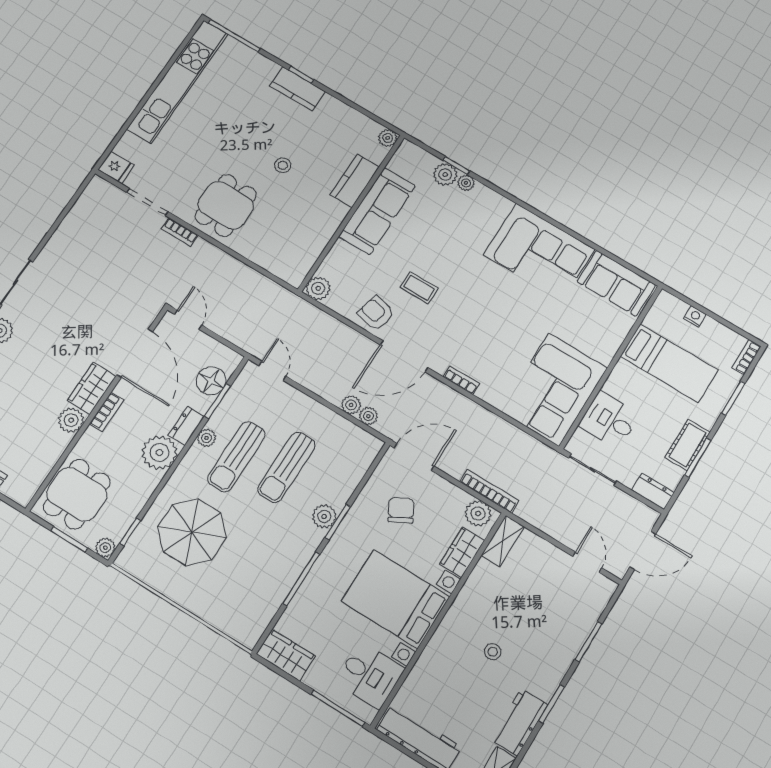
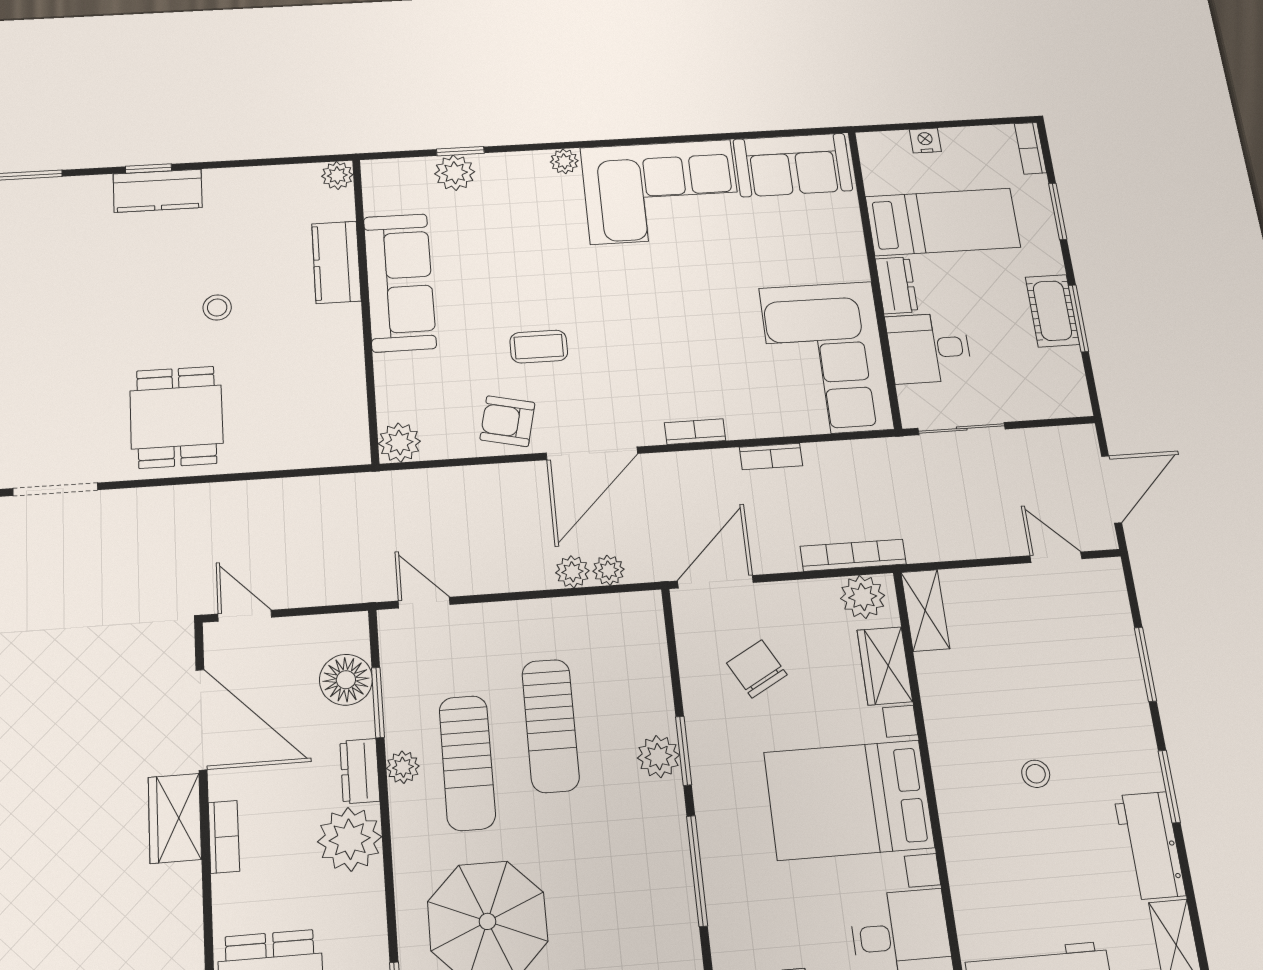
plant: (466, 183) -> (564, 161), moved
bookcase: (180, 232) -> (771, 456), moved
plant: (71, 420) -> (179, 889), removed
dresser: (653, 491) -> (896, 285), moved, turned 90

